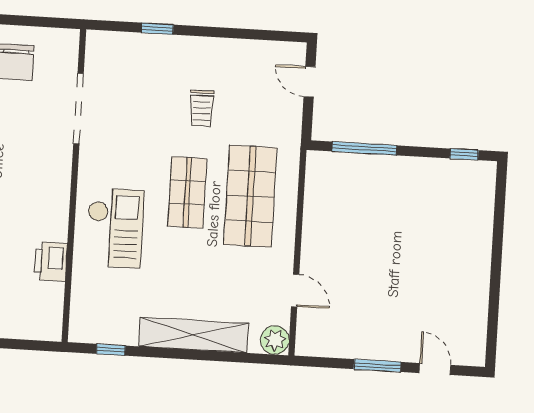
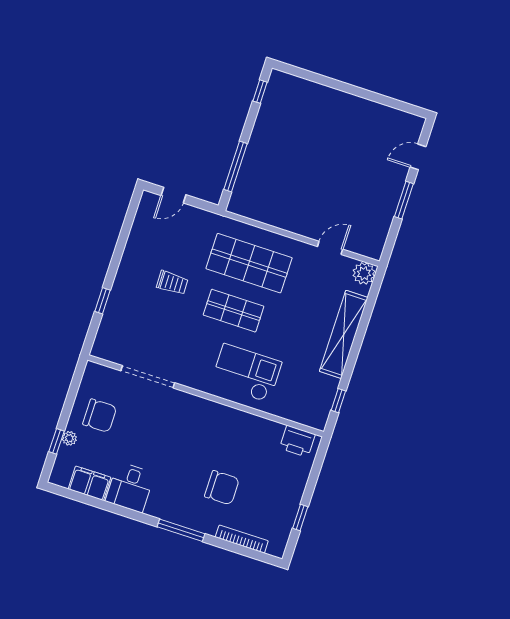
printer: (51, 262) -> (297, 441), moved

